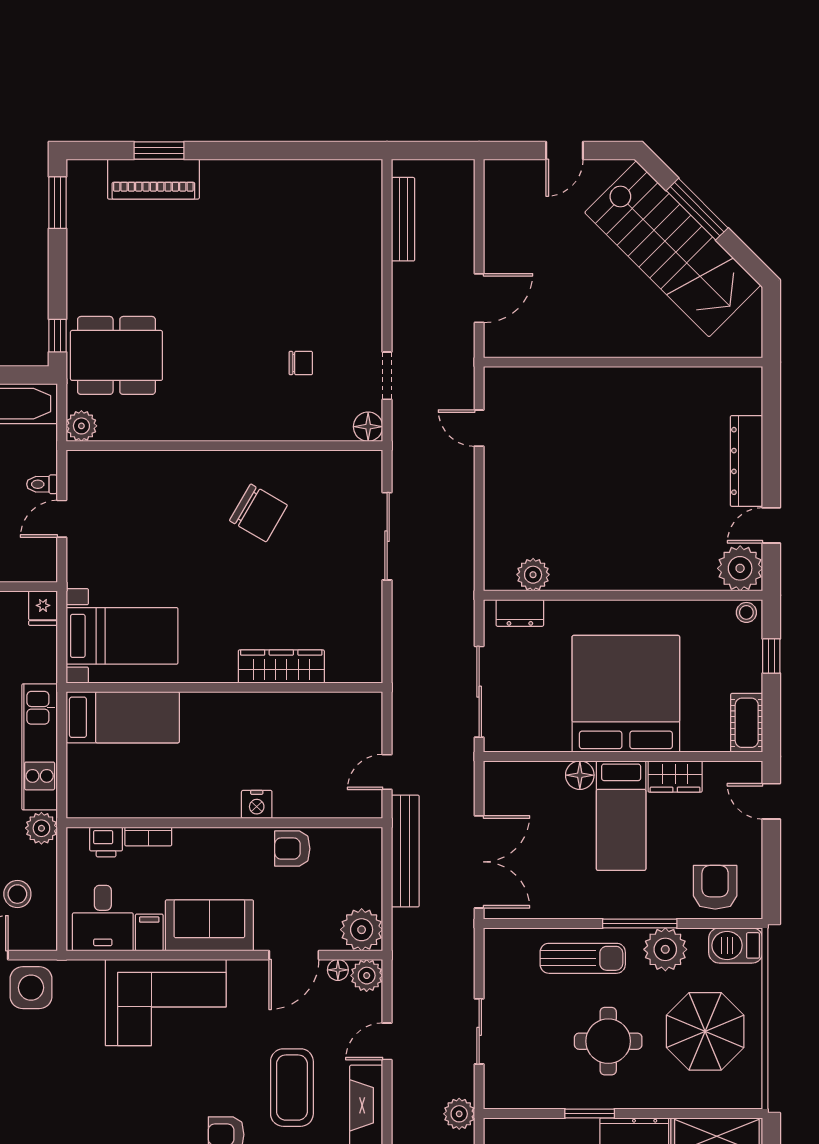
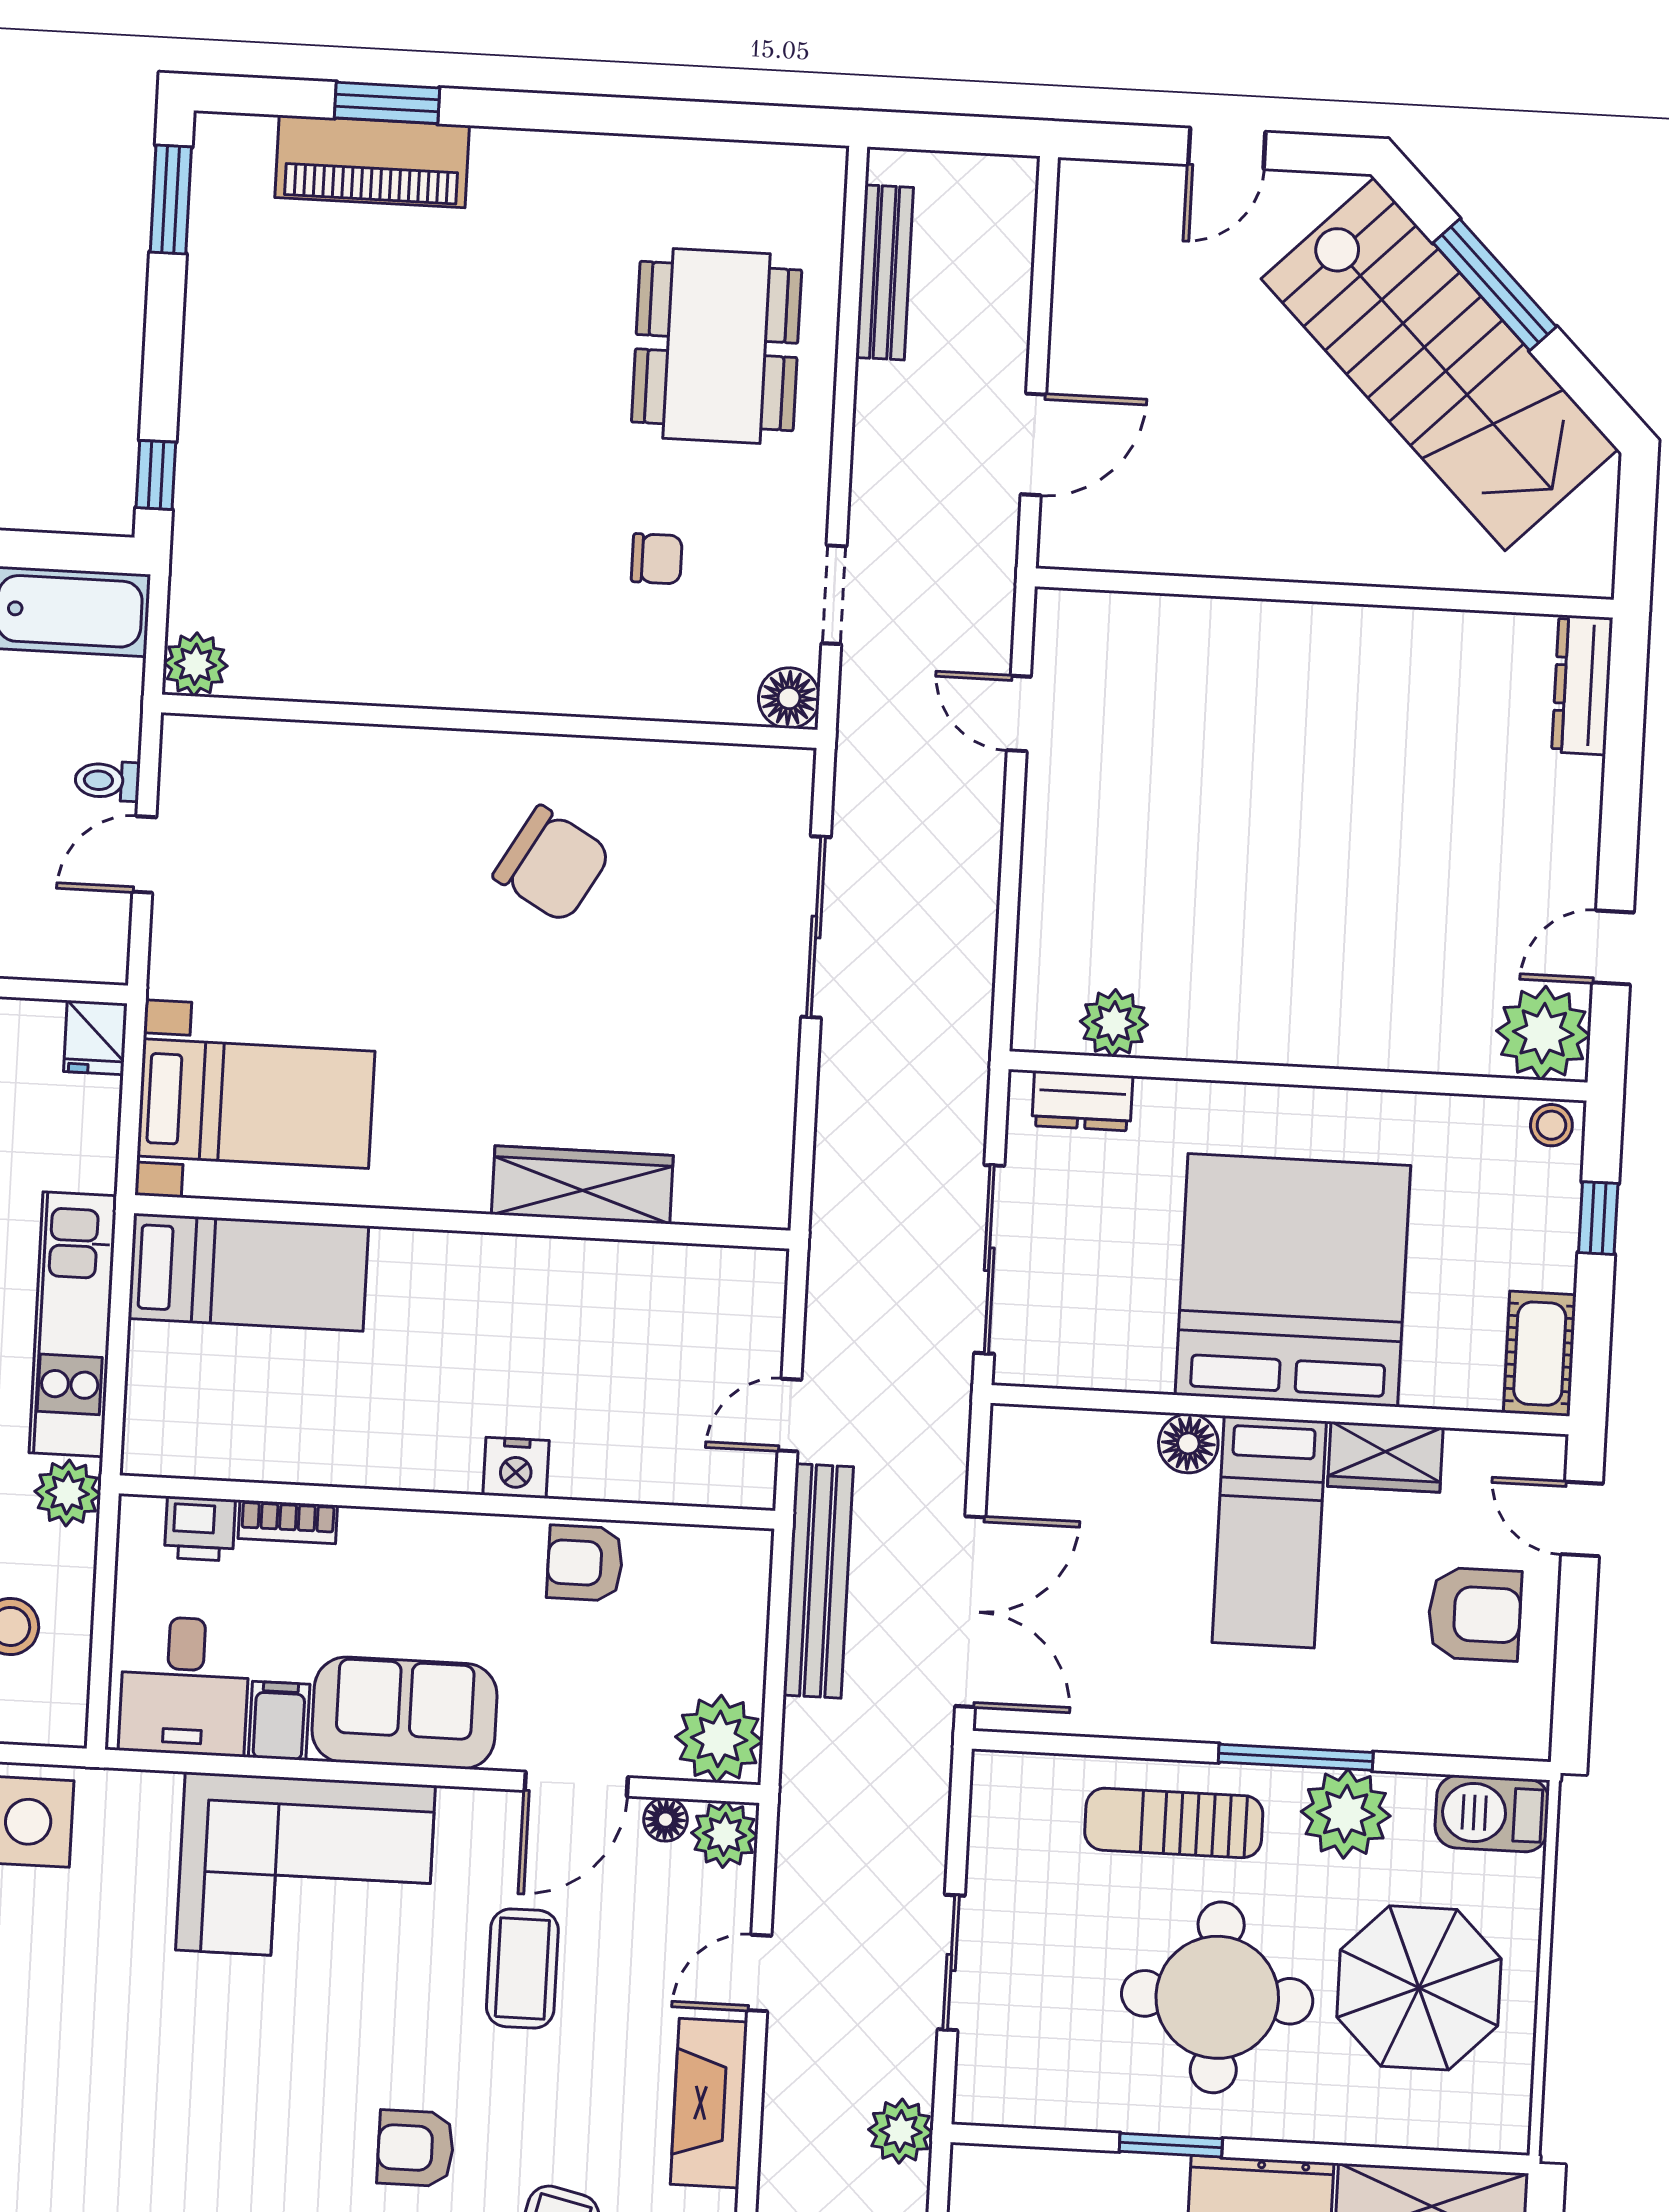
dining table: (116, 355) -> (717, 346), moved, turned 90
dresser: (747, 461) -> (1582, 685), moved, width x0.73, depth x0.80
armchair: (715, 887) -> (1475, 1614), moved, turned 90
sun lounger: (583, 958) -> (1174, 1823), turned 180
round table: (608, 1041) -> (1217, 1997), width x1.36, depth x1.36
coffee table: (292, 1088) -> (522, 1969), moved, width x0.73, depth x0.76

